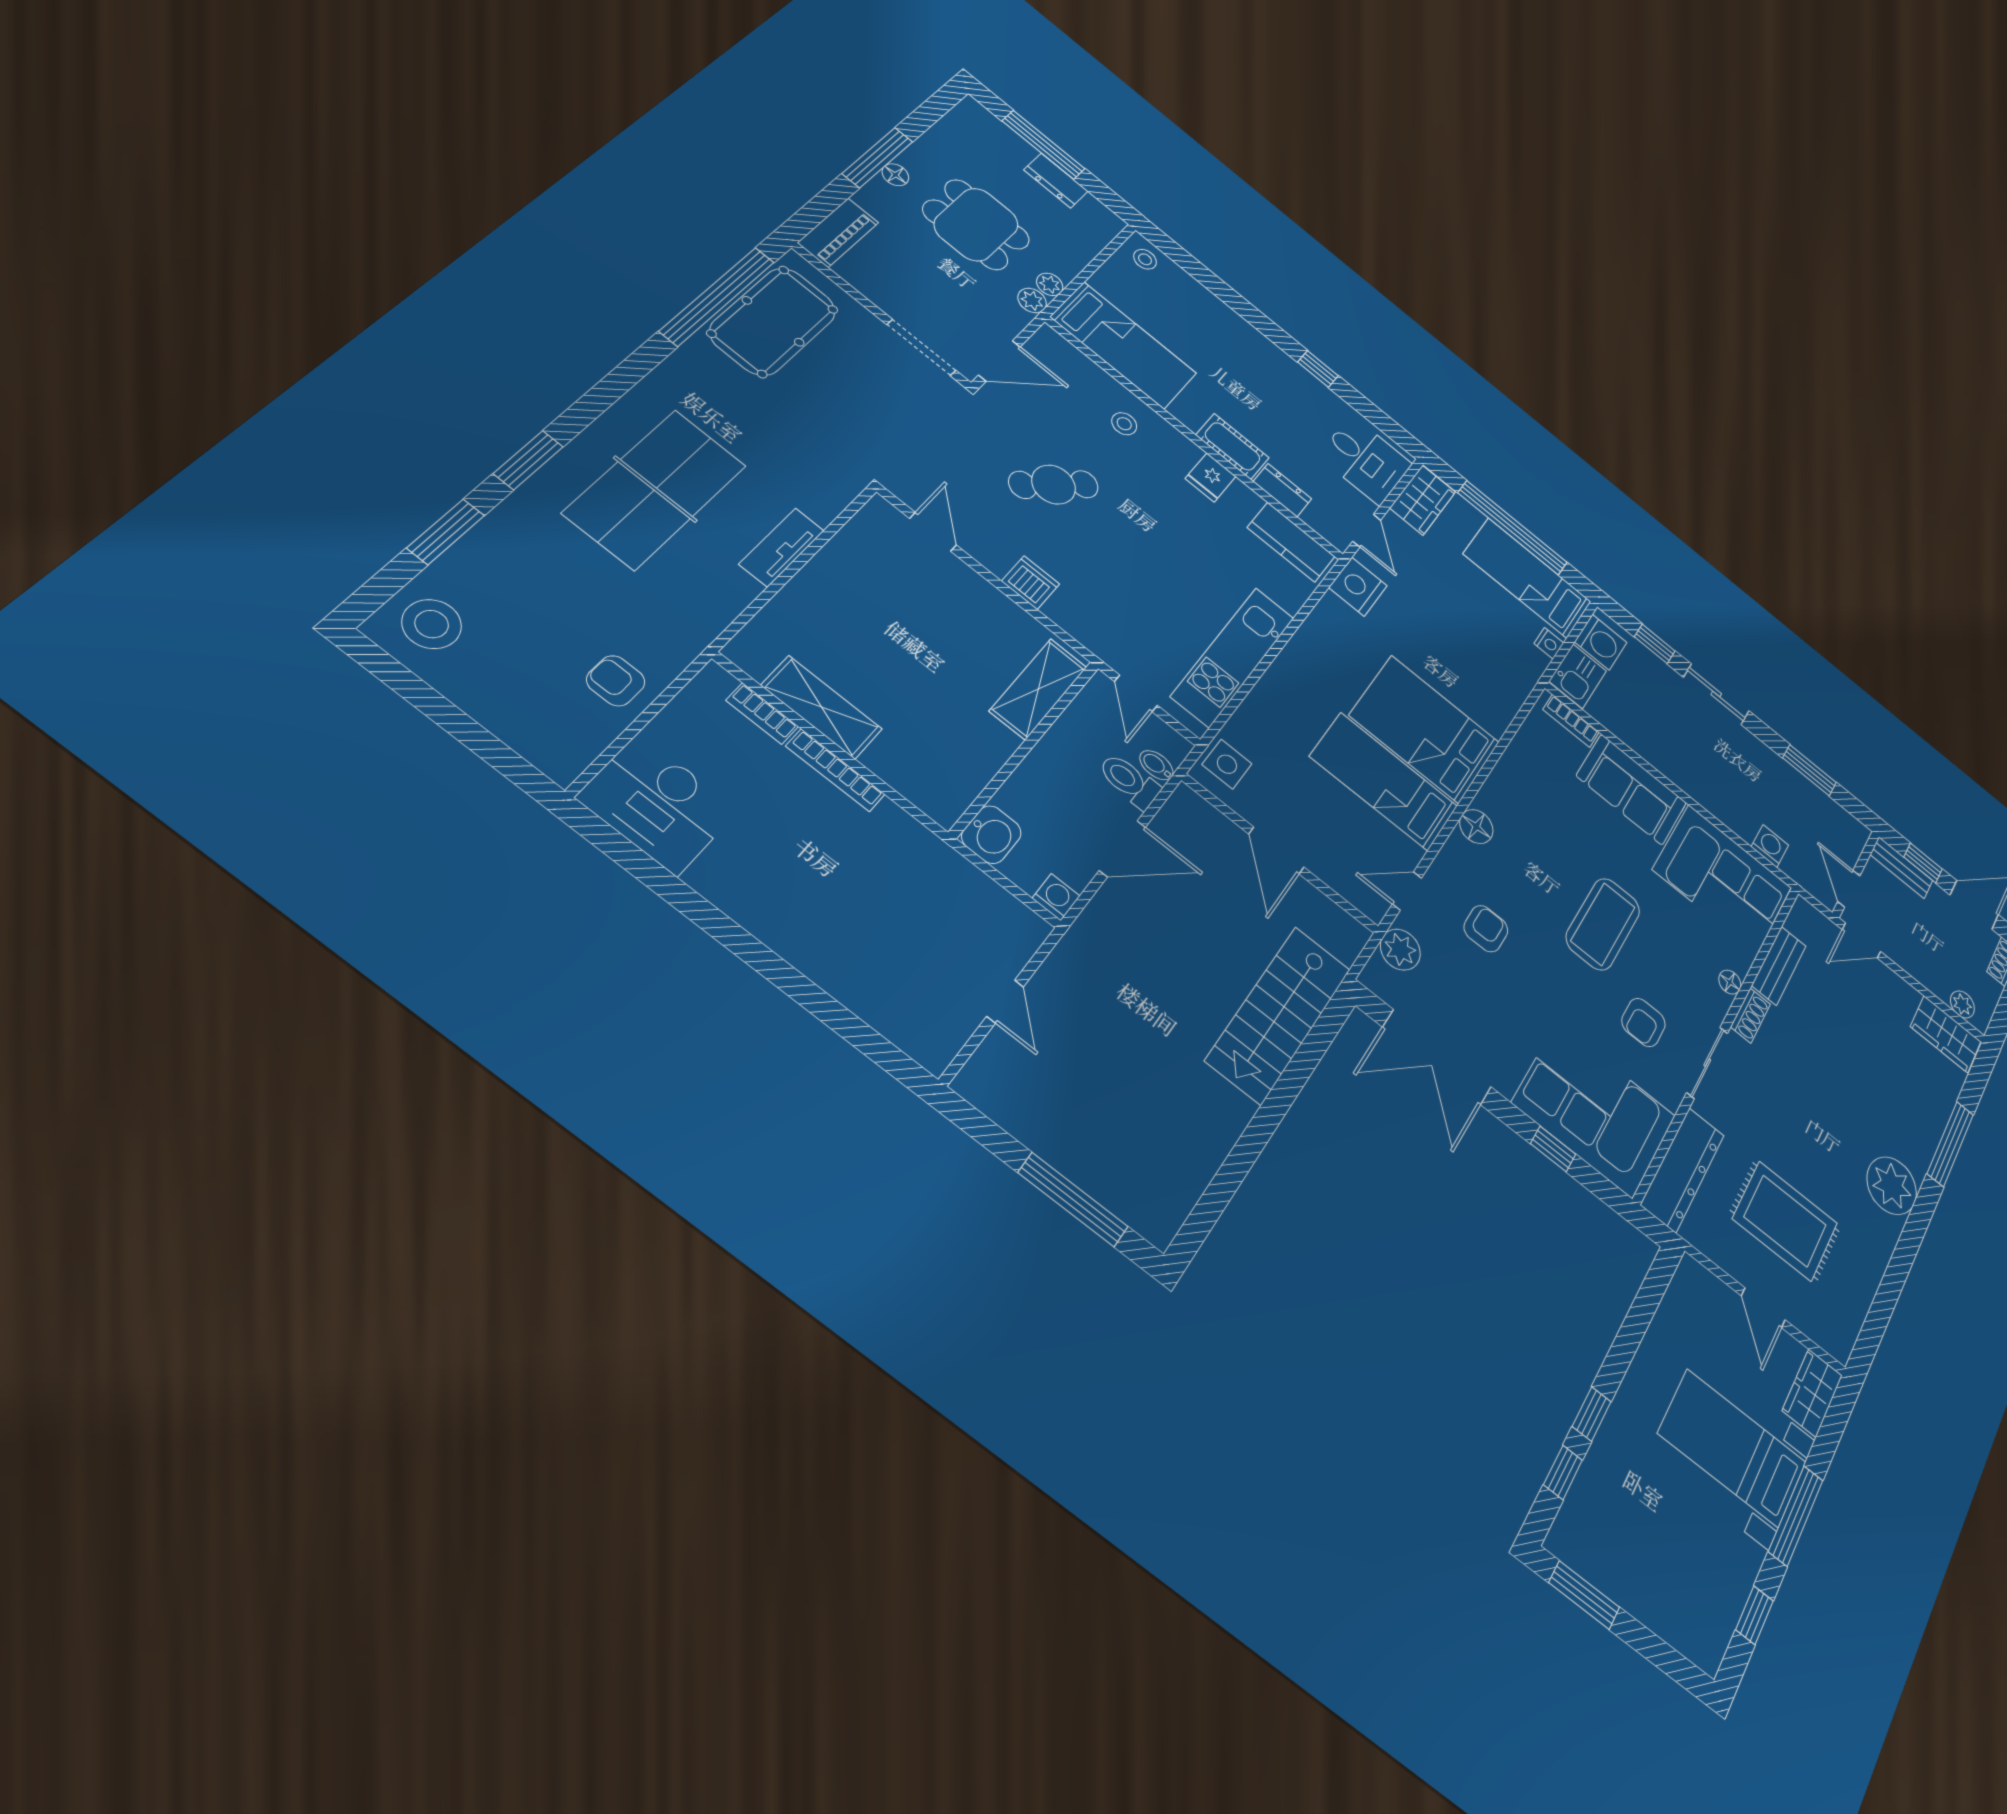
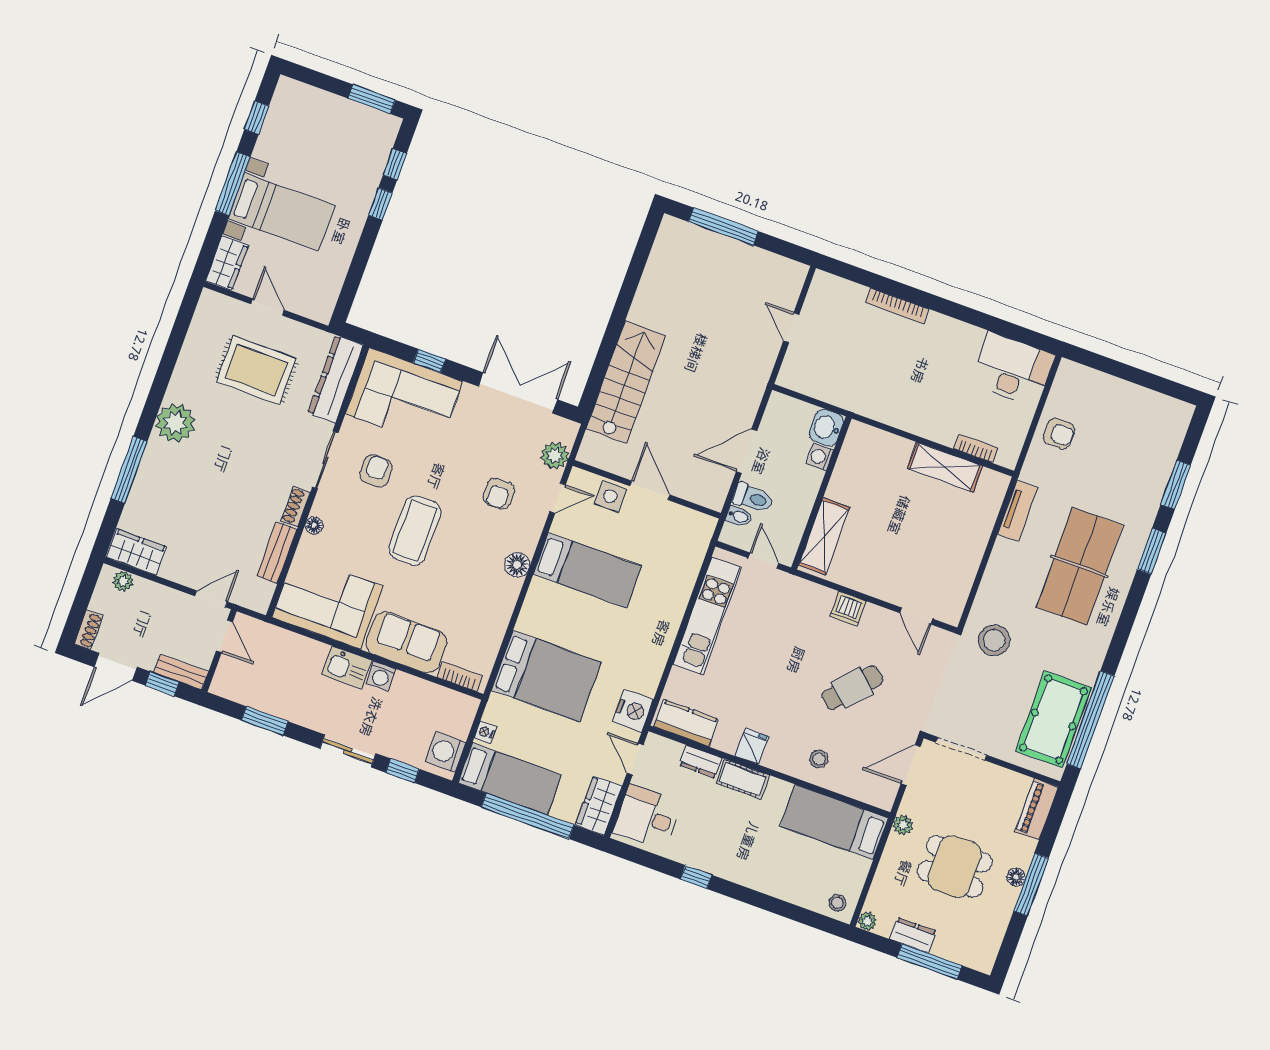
plant: (1050, 284) -> (867, 921), moved
tv unit: (782, 547) -> (1018, 511), moved
stool: (432, 624) -> (994, 640), moved
kitchen sink: (1578, 676) -> (347, 667), moved, turned -90
bed: (1425, 729) -> (546, 676), moved
side table: (1227, 764) -> (610, 496), moved
bookcase: (835, 770) -> (897, 306), moved, turned 180
washing machine: (1770, 846) -> (381, 676), moved
washing machine: (1056, 897) -> (820, 457), moved, turned 90

